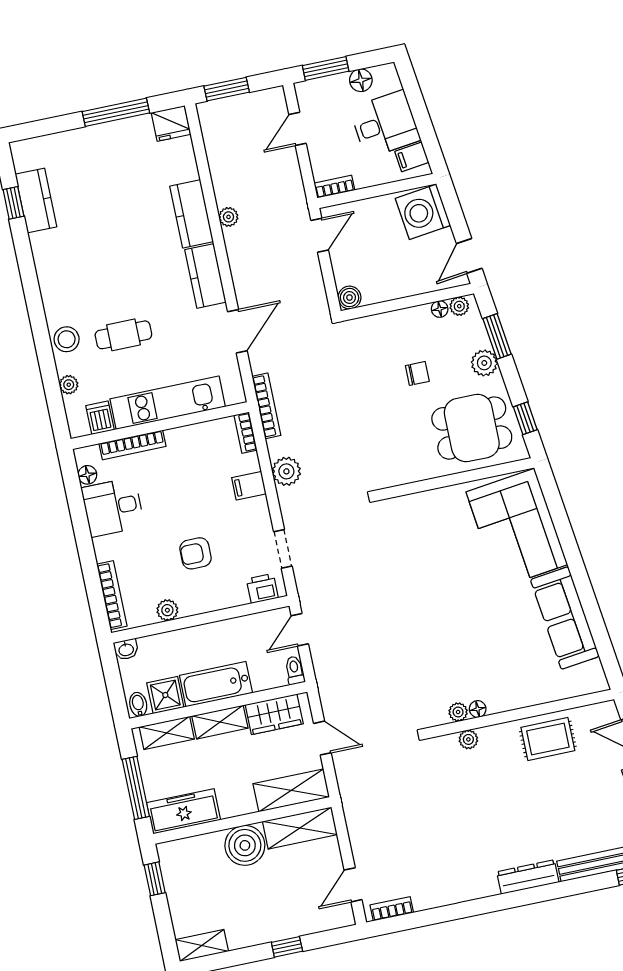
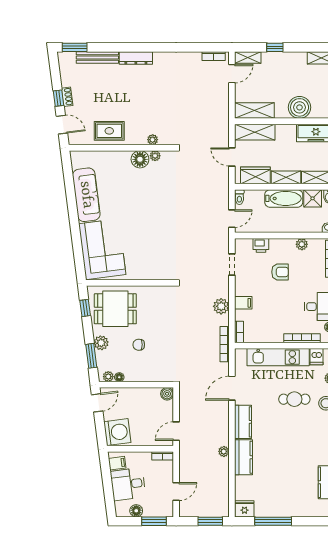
printer: (262, 588) -> (261, 245), moved
floor lamp: (478, 709) -> (140, 159), width x1.89, depth x1.89
boiler: (245, 845) -> (300, 107), moved
shelving: (331, 919) -> (248, 57), added

